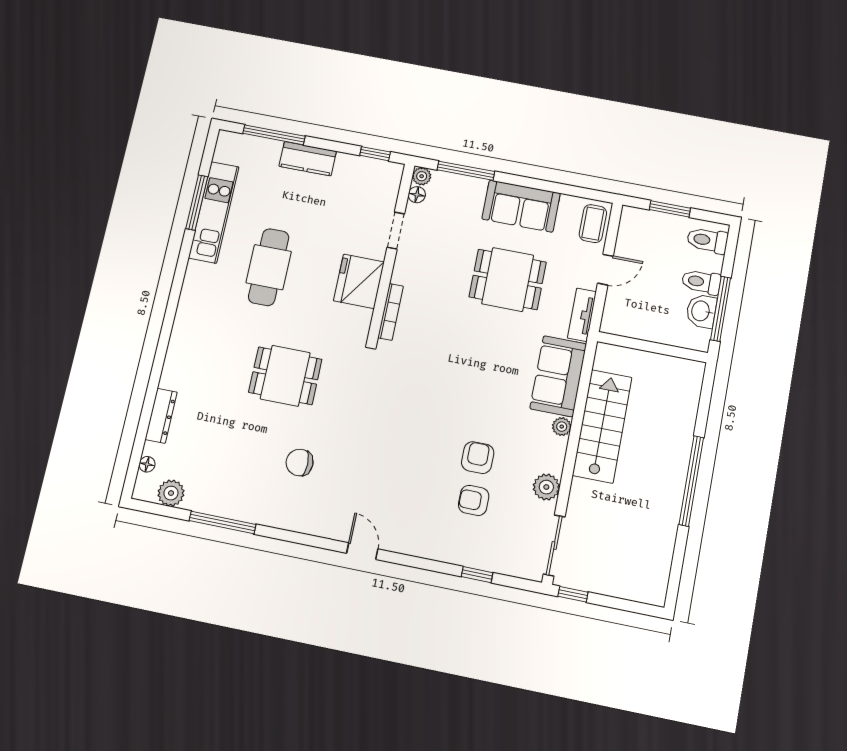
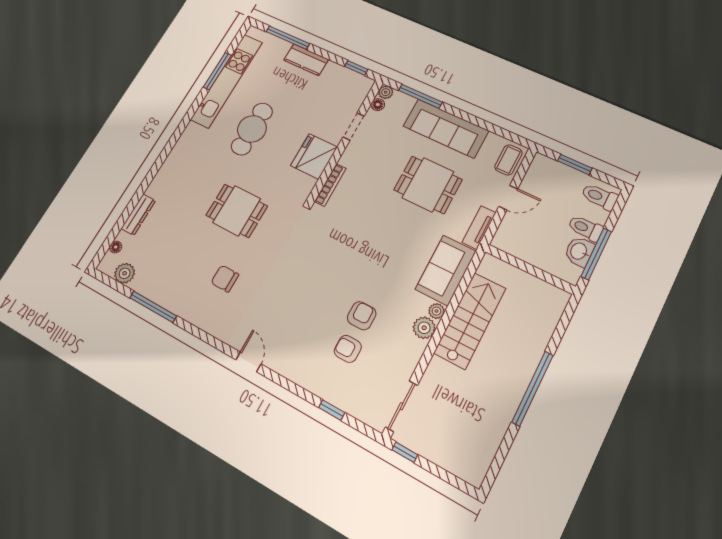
sofa: (521, 206) -> (446, 128), width x1.36
kitchen unit: (214, 212) -> (227, 81), width x1.36
plant: (546, 487) -> (424, 328), moved

